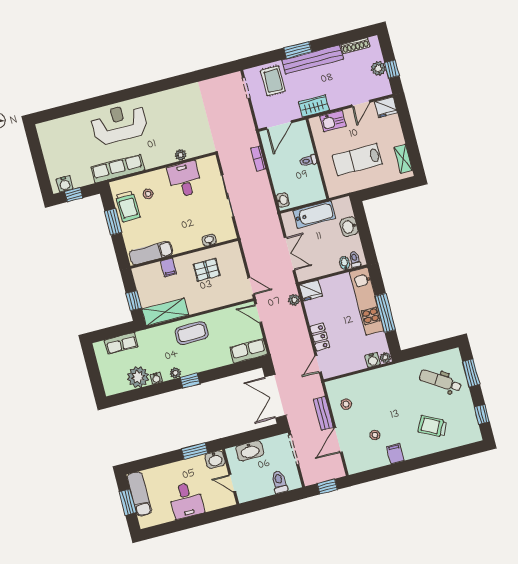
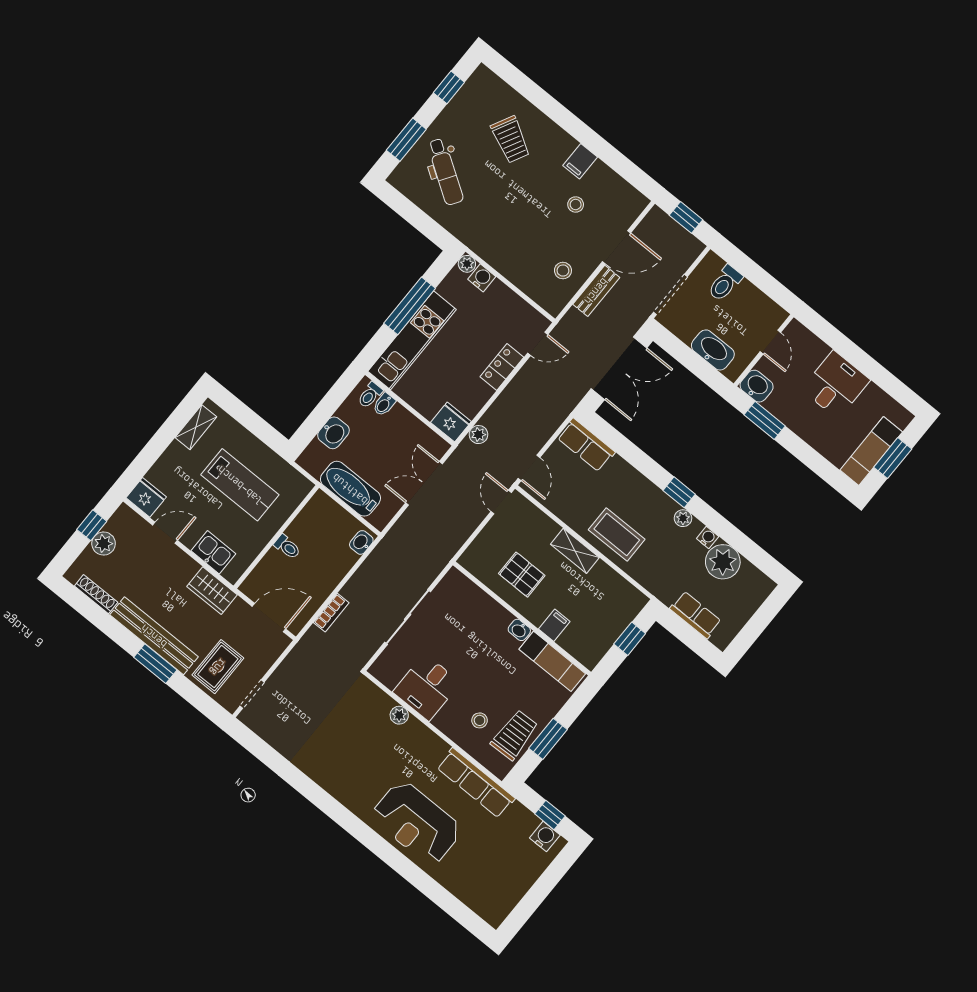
washbasin: (209, 240) -> (519, 630), moved
shelving: (165, 312) -> (575, 551), moved, width x0.67, depth x0.75

